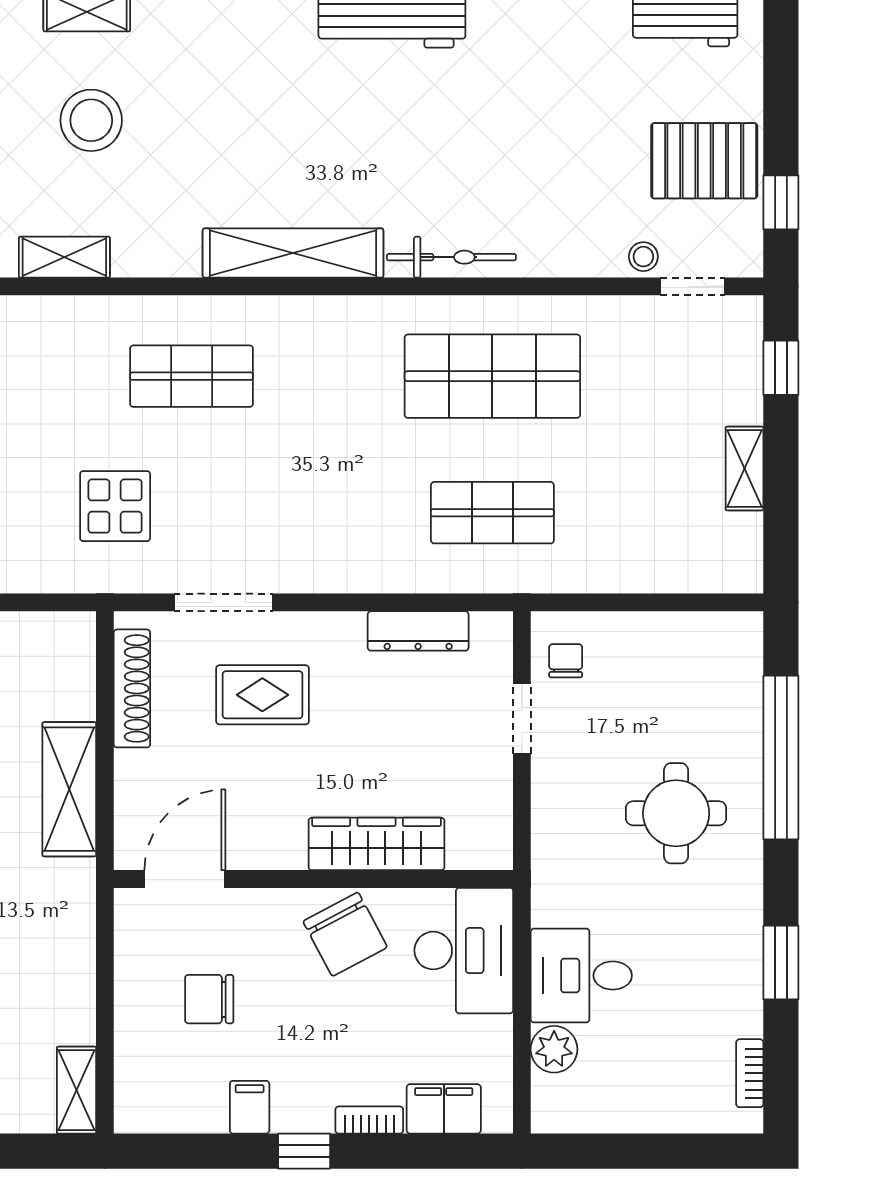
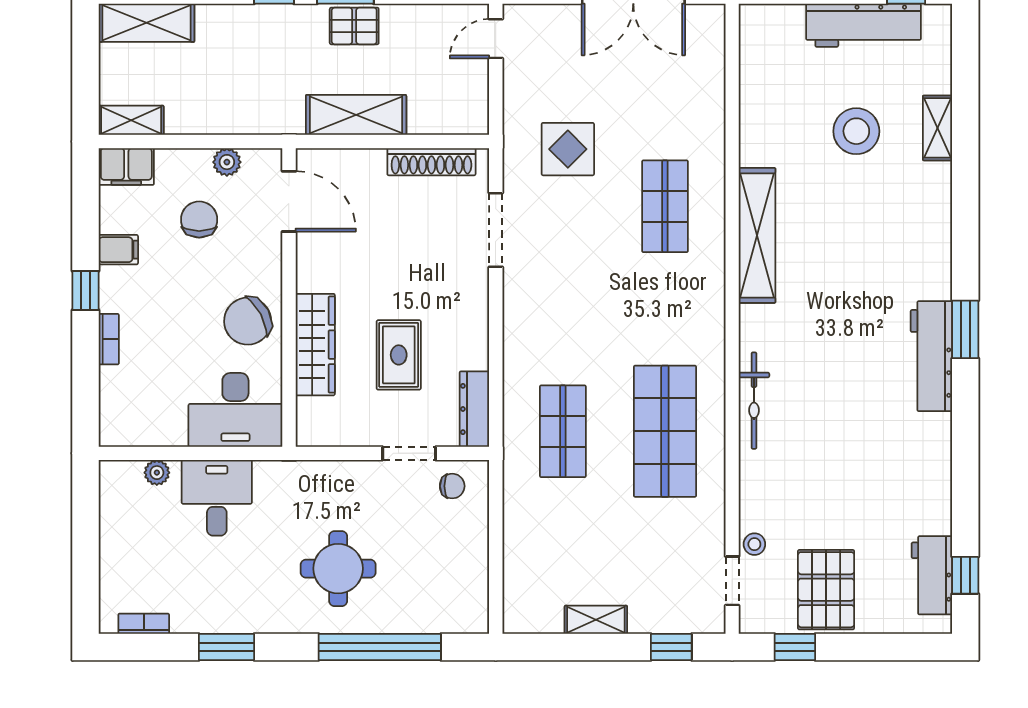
shelving: (293, 253) -> (757, 235), moved
shelving: (64, 257) -> (754, 111), removed
dresser: (418, 631) -> (474, 409), moved
rug: (262, 695) -> (399, 355), moved
plant: (132, 962) -> (227, 162), added
plant: (554, 1049) -> (157, 473), width x0.73, depth x0.73
filing cabinet: (444, 1109) -> (126, 167), moved, turned 90

